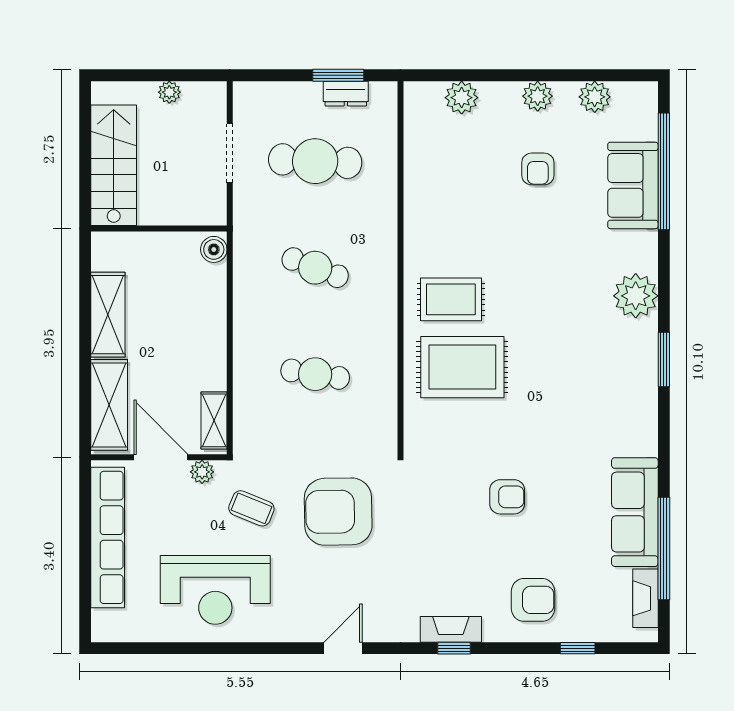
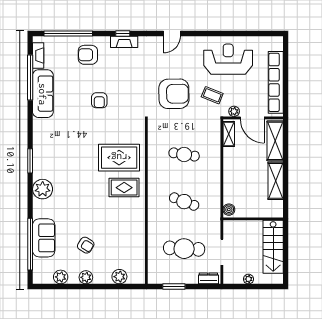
dresser: (346, 94) -> (208, 278), moved
armchair: (538, 169) -> (86, 245), turned 122
armchair: (507, 497) -> (99, 100), turned -90
window: (578, 648) -> (68, 33), width x3.17

